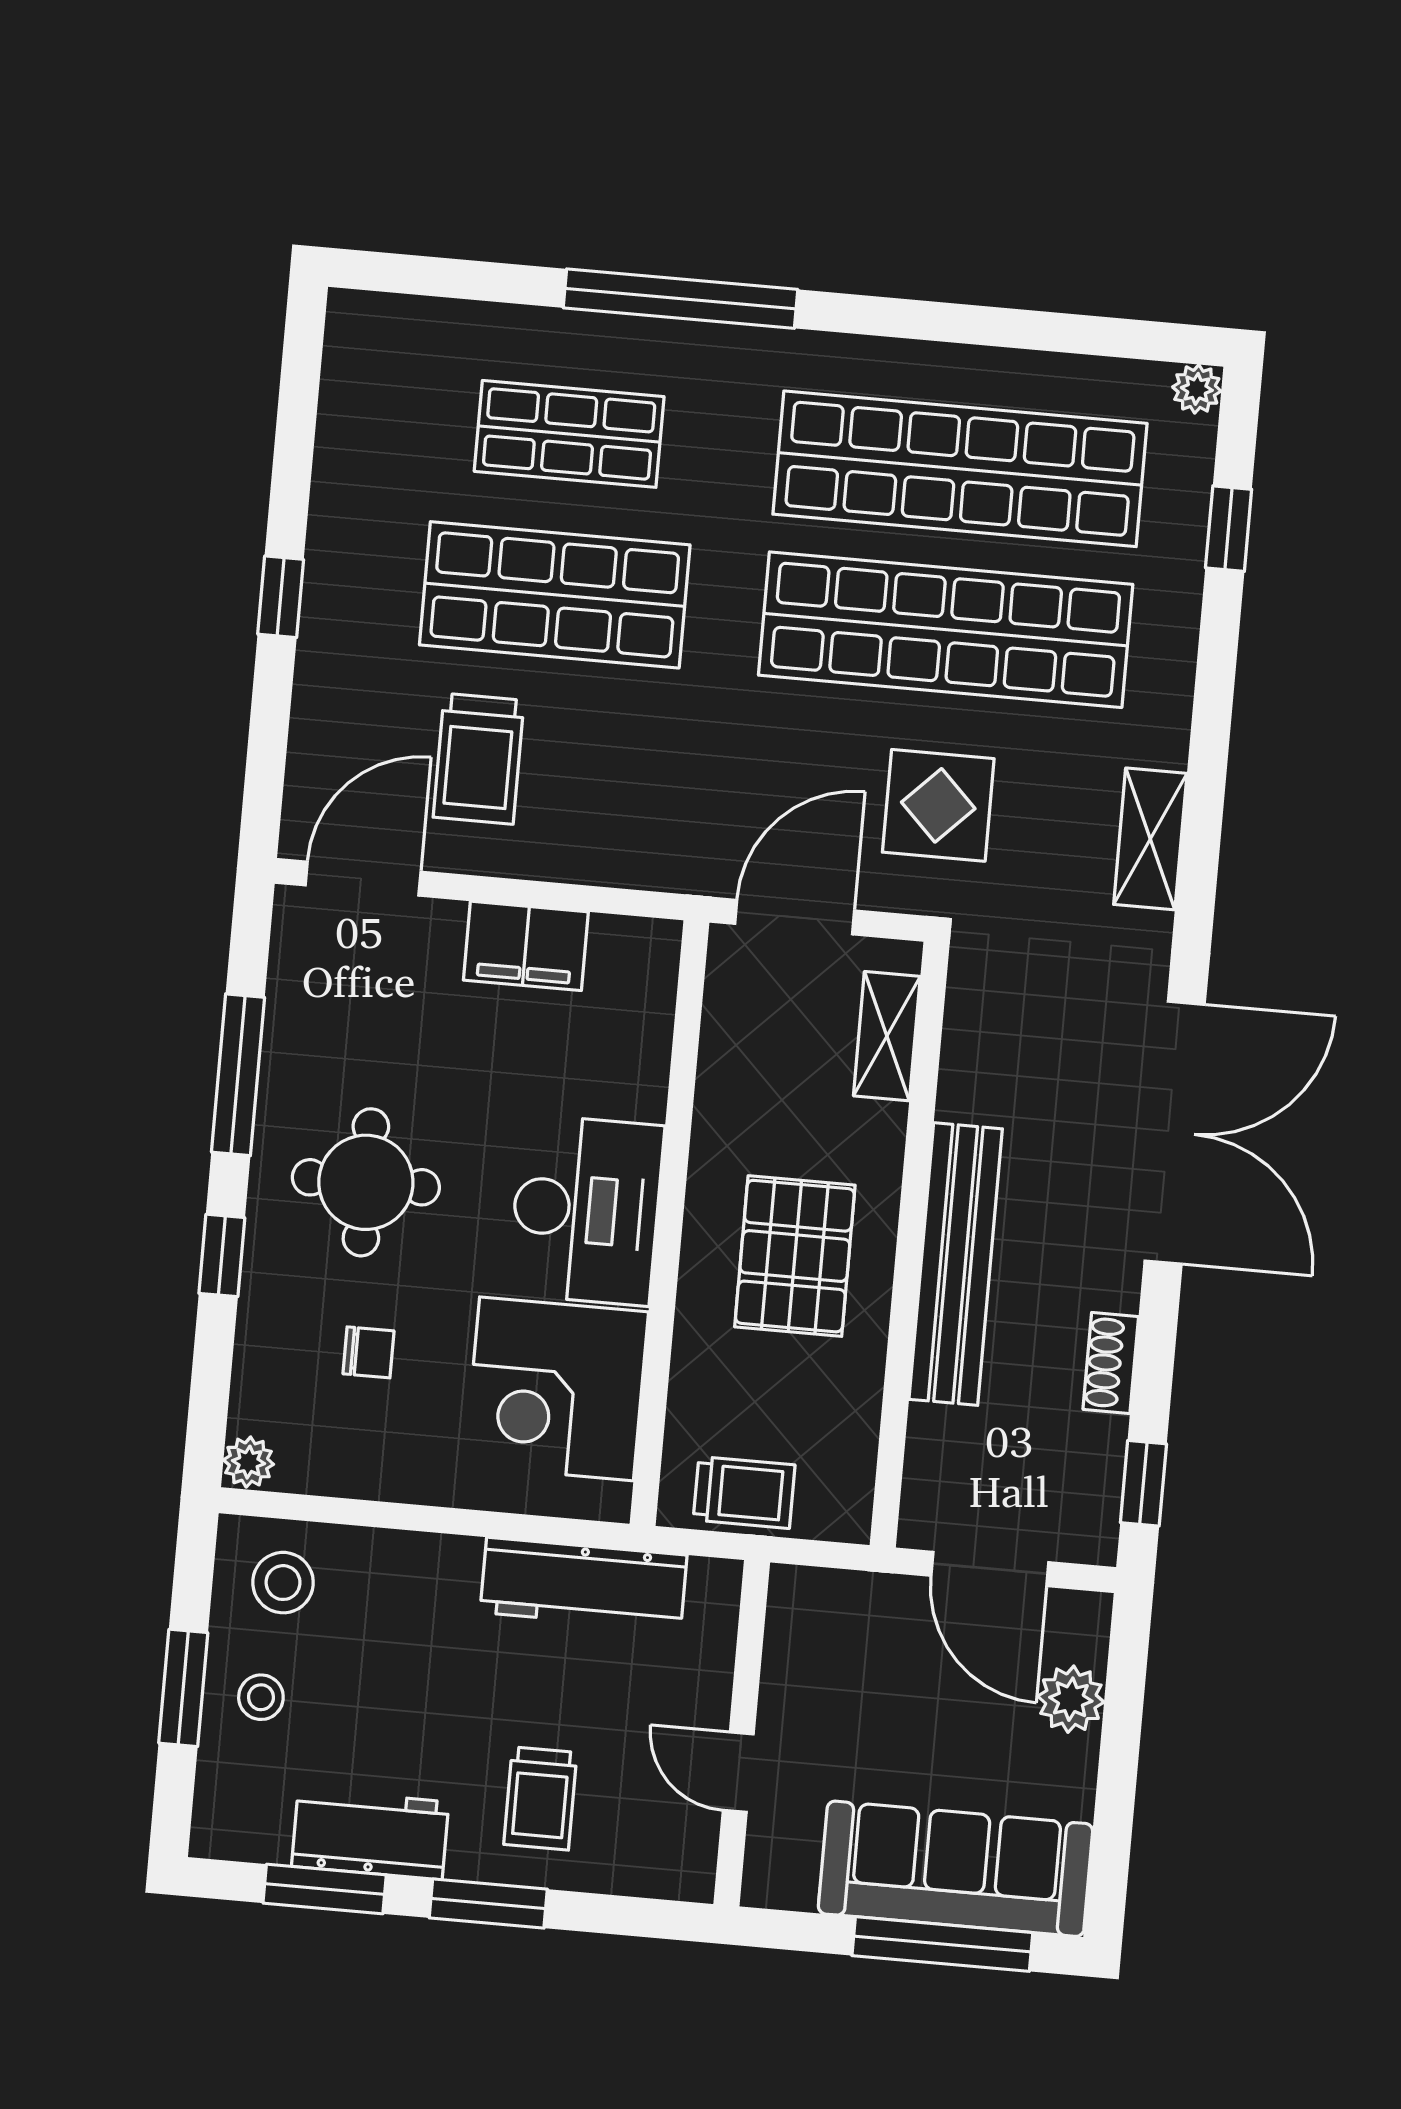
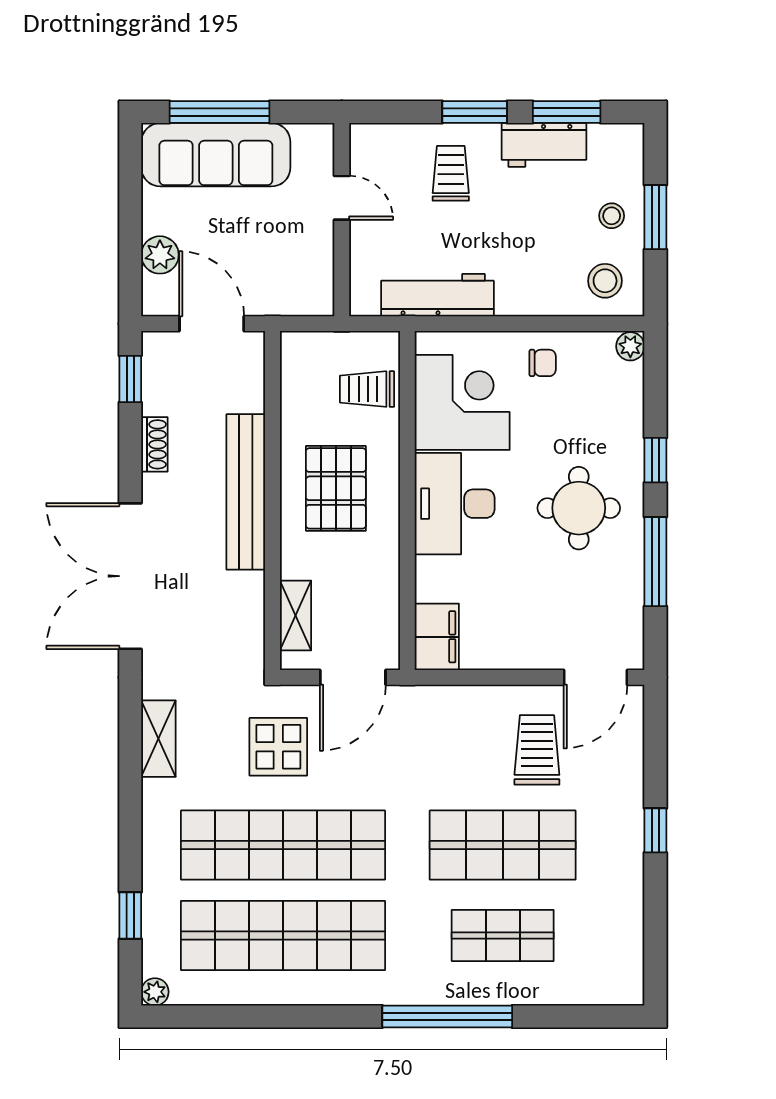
filing cabinet: (526, 946) -> (437, 637), moved, turned 90
chair: (369, 1352) -> (543, 363), moved, turned 180
trolley: (744, 1492) -> (367, 389), moved

